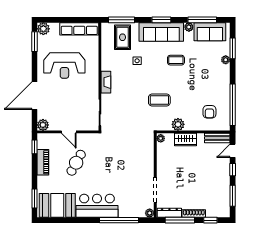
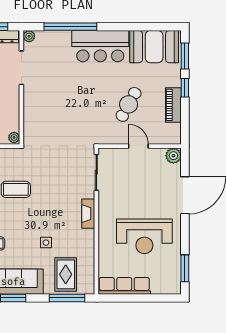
plant: (43, 29) -> (173, 286), removed
reception desk: (64, 65) -> (144, 236), turned 180
window: (35, 147) -> (185, 88), moved

